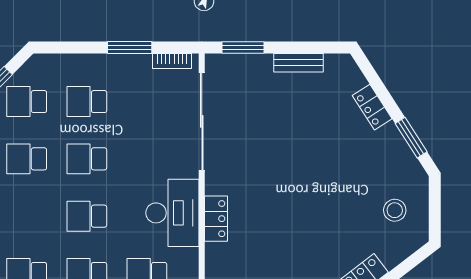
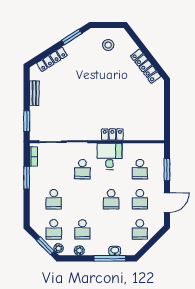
locker: (372, 107) -> (52, 59), width x1.53
school desk: (87, 159) -> (82, 169), moved
desk: (172, 213) -> (109, 156), width x0.73

